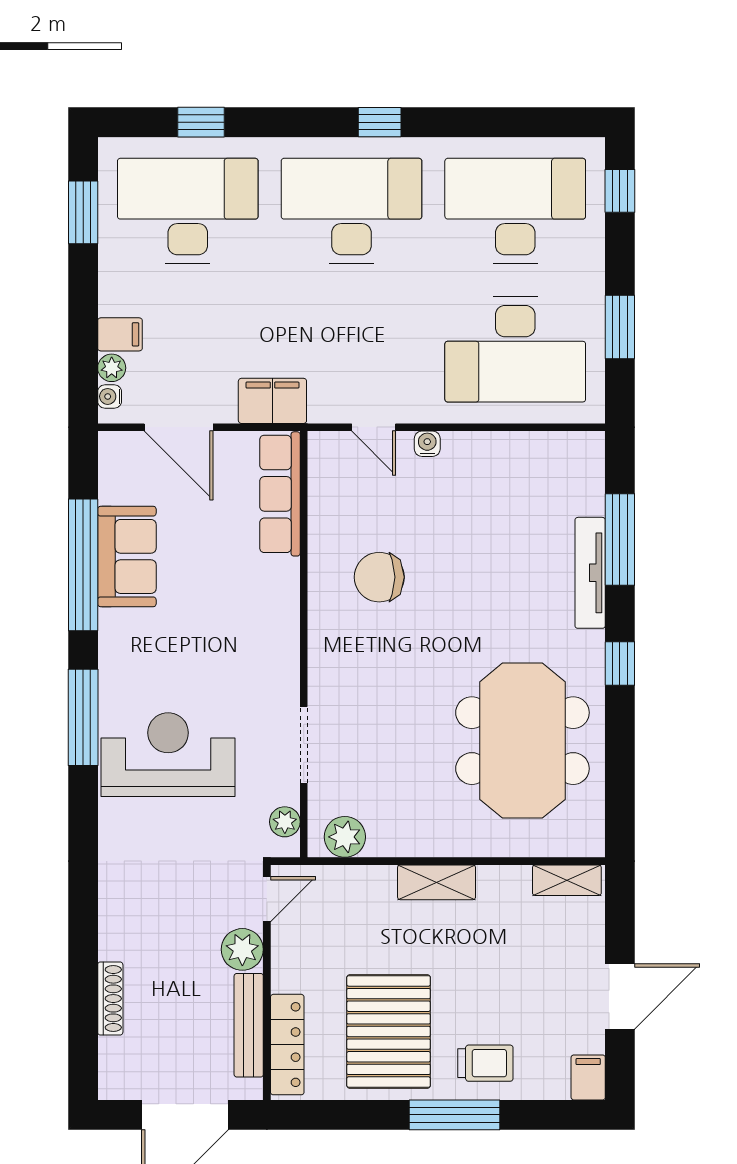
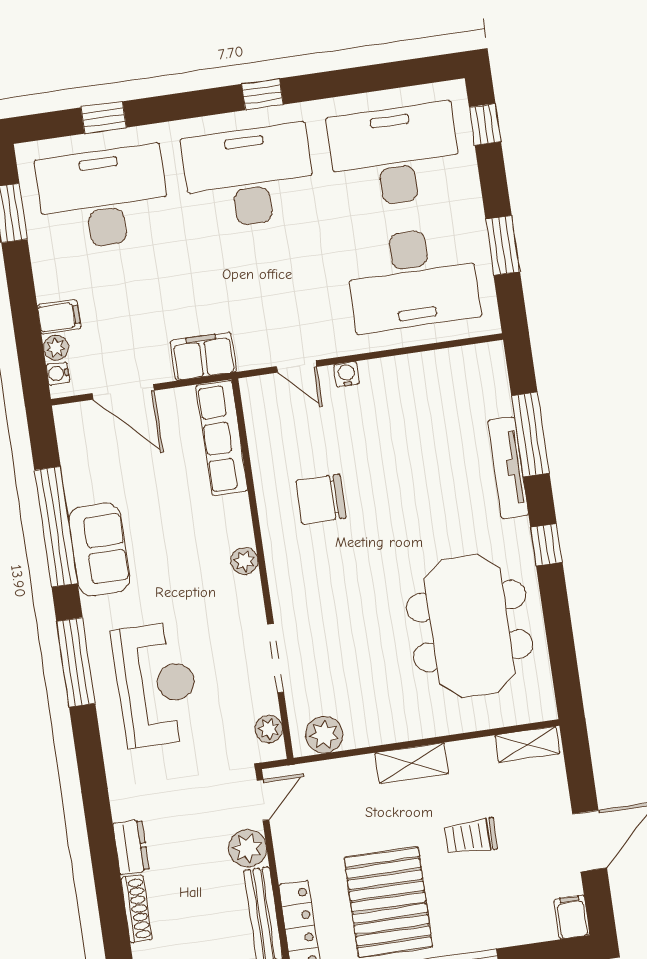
sofa: (127, 556) -> (99, 549), moved
plant: (285, 633) -> (244, 561), added
reception desk: (168, 755) -> (156, 684), turned 90
dresser: (114, 930) -> (131, 847), added
trolley: (485, 1063) -> (471, 837), moved, turned 180

